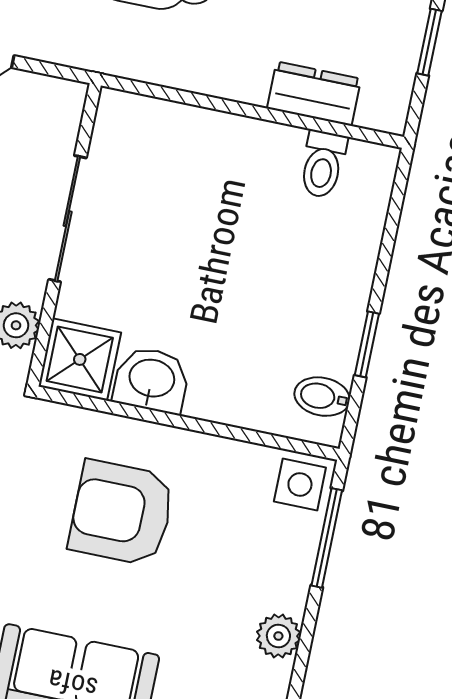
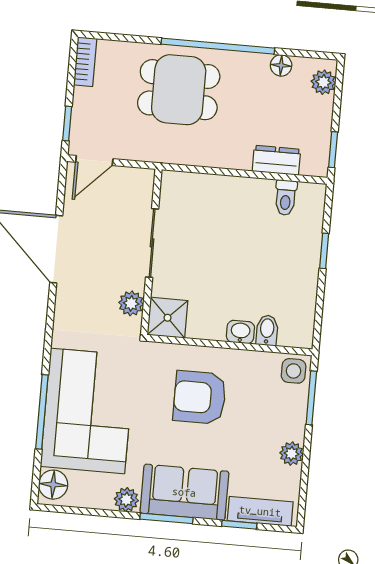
window: (429, 42) -> (333, 150), moved
window: (367, 344) -> (324, 251), moved
washbasin: (152, 380) -> (240, 332), moved, width x0.72, depth x0.69
bidet: (322, 397) -> (267, 330), moved, turned 90

